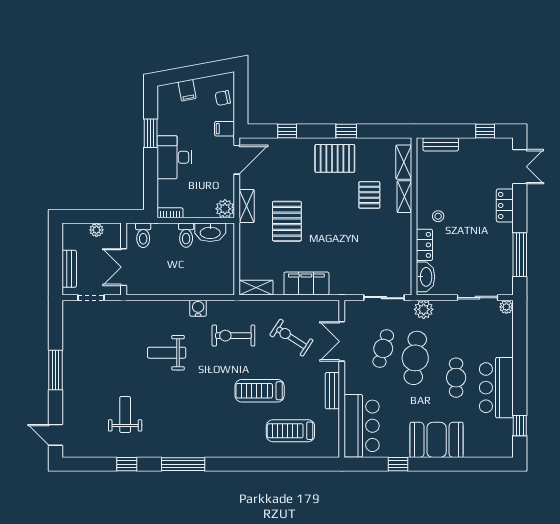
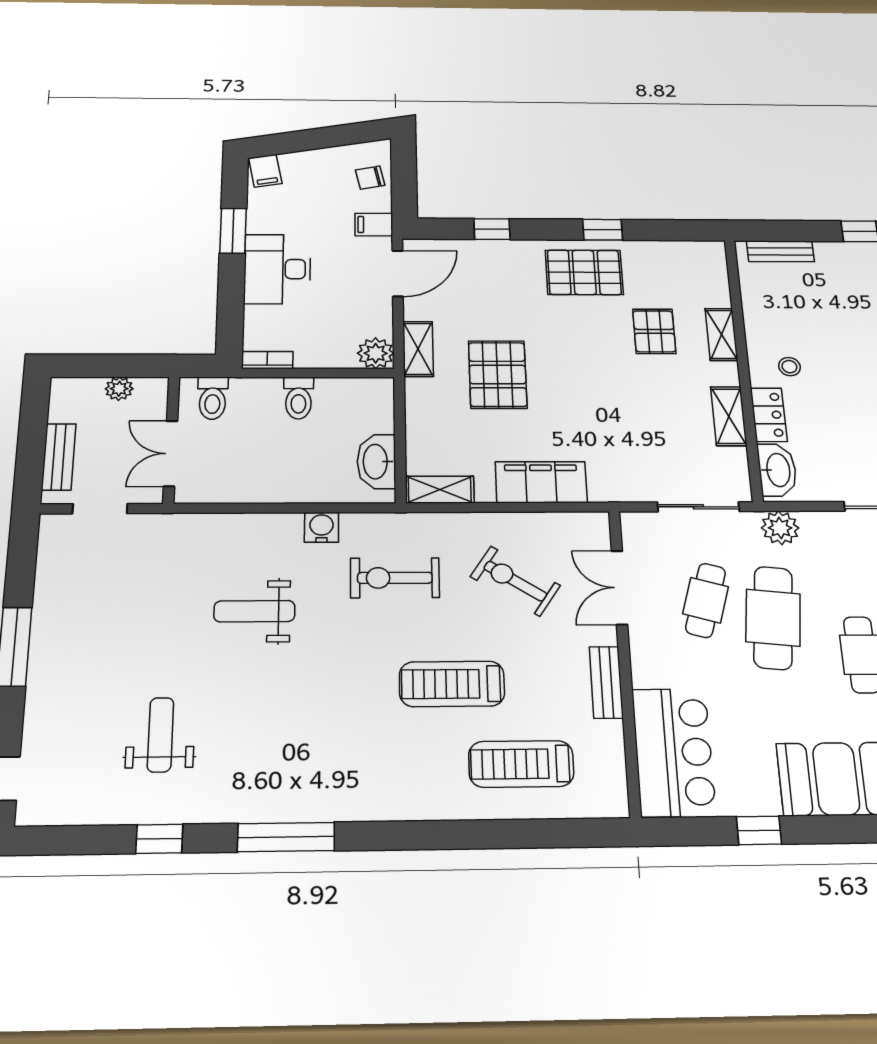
filing cabinet: (187, 90) -> (265, 171), moved
shelving: (404, 162) -> (729, 416), moved
washbasin: (210, 232) -> (376, 462), moved, turned 90

